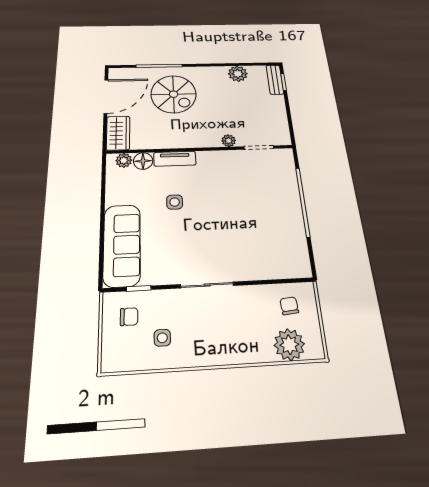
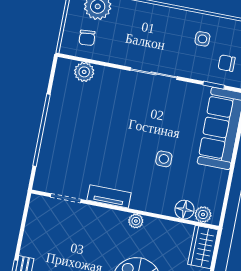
plant: (229, 141) -> (136, 221), moved
tv unit: (175, 159) -> (109, 196), moved
plant: (280, 269) -> (84, 72), added

